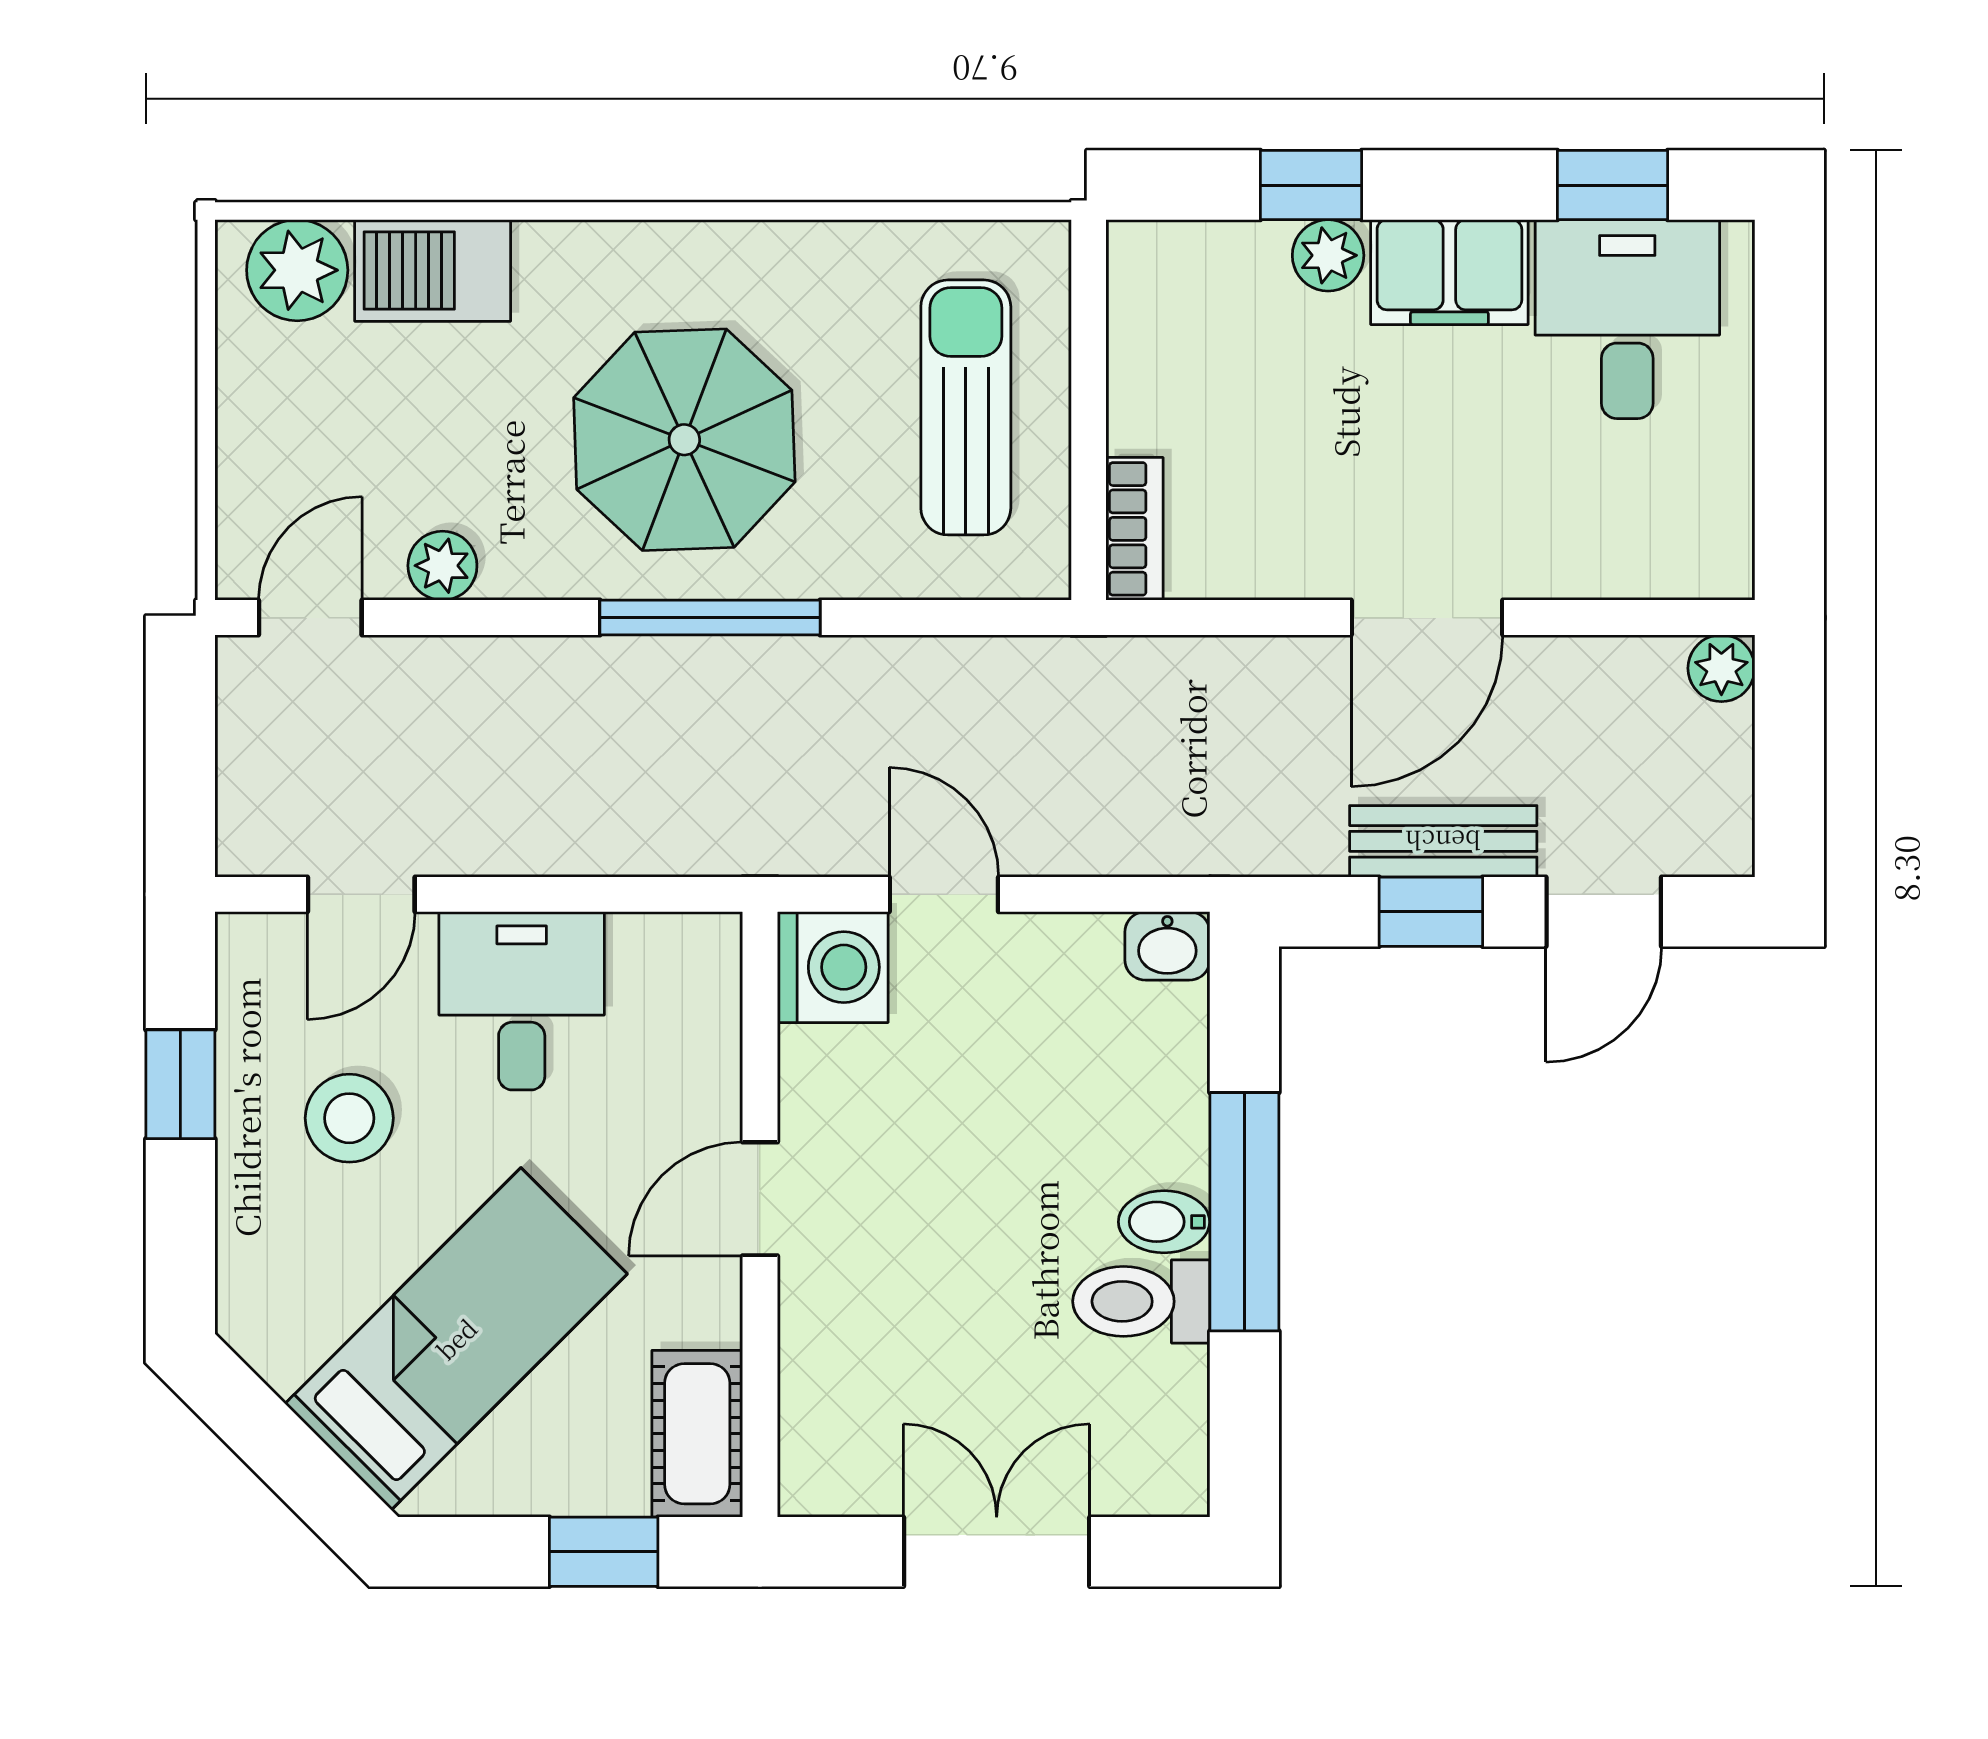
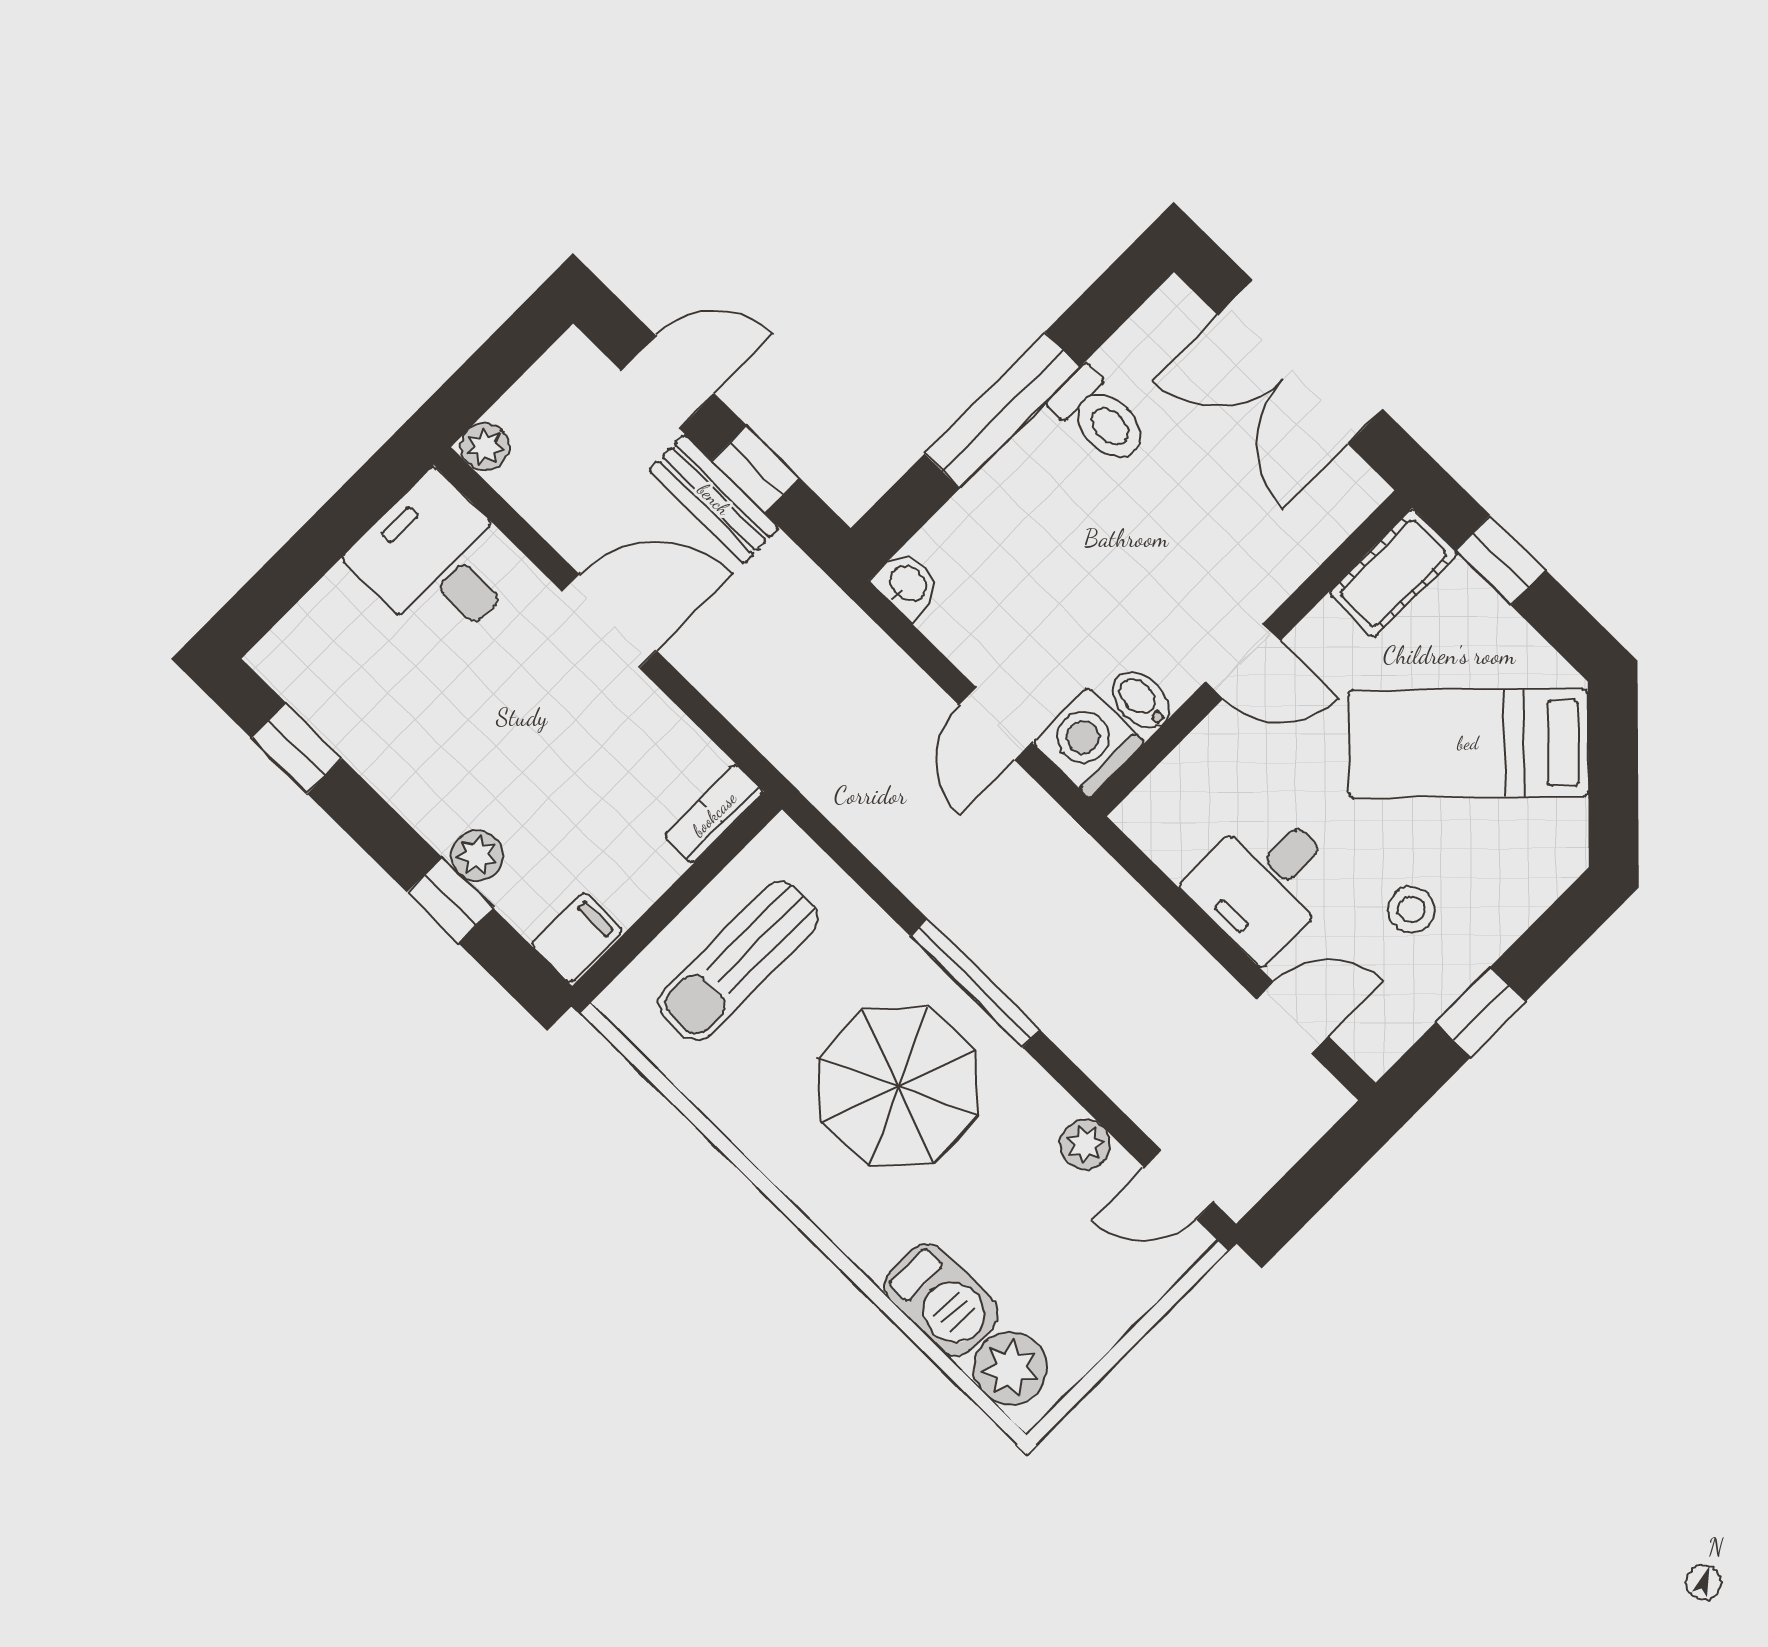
filing cabinet: (1449, 272) -> (577, 938), moved, width x0.50
desk: (1627, 319) -> (438, 562), moved, turned 90
stool: (349, 1118) -> (1411, 910), width x0.73, depth x0.73
bidet: (1164, 1222) -> (1141, 700), moved, turned 180
double door: (997, 1552) -> (1300, 362), width x1.37

